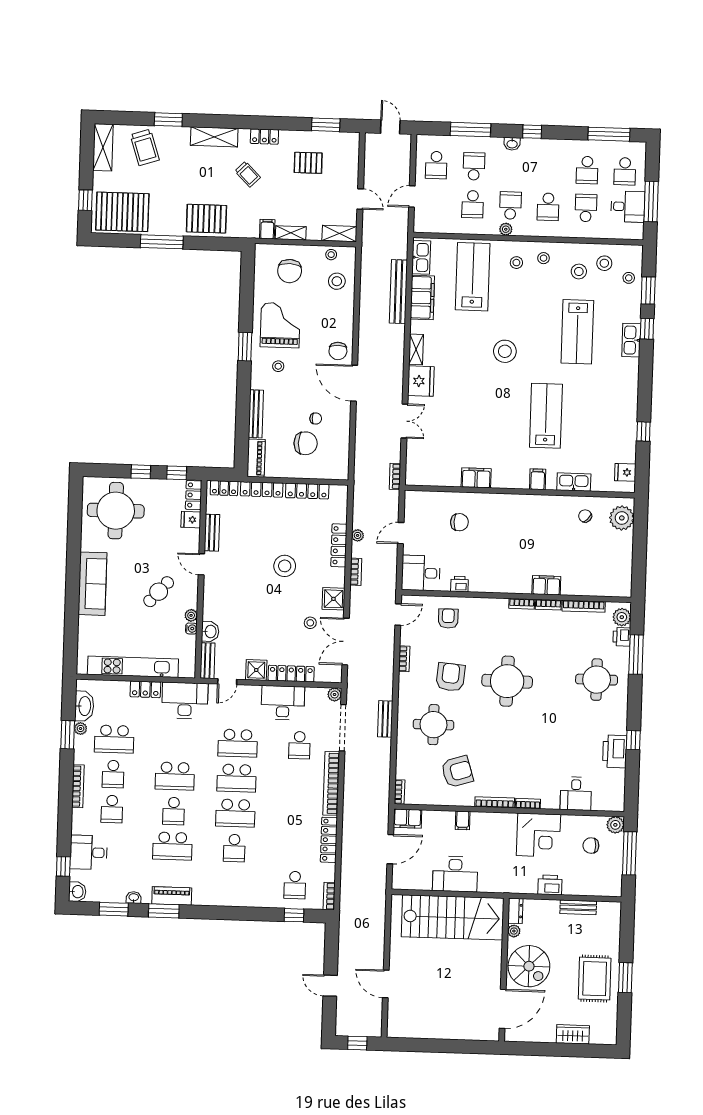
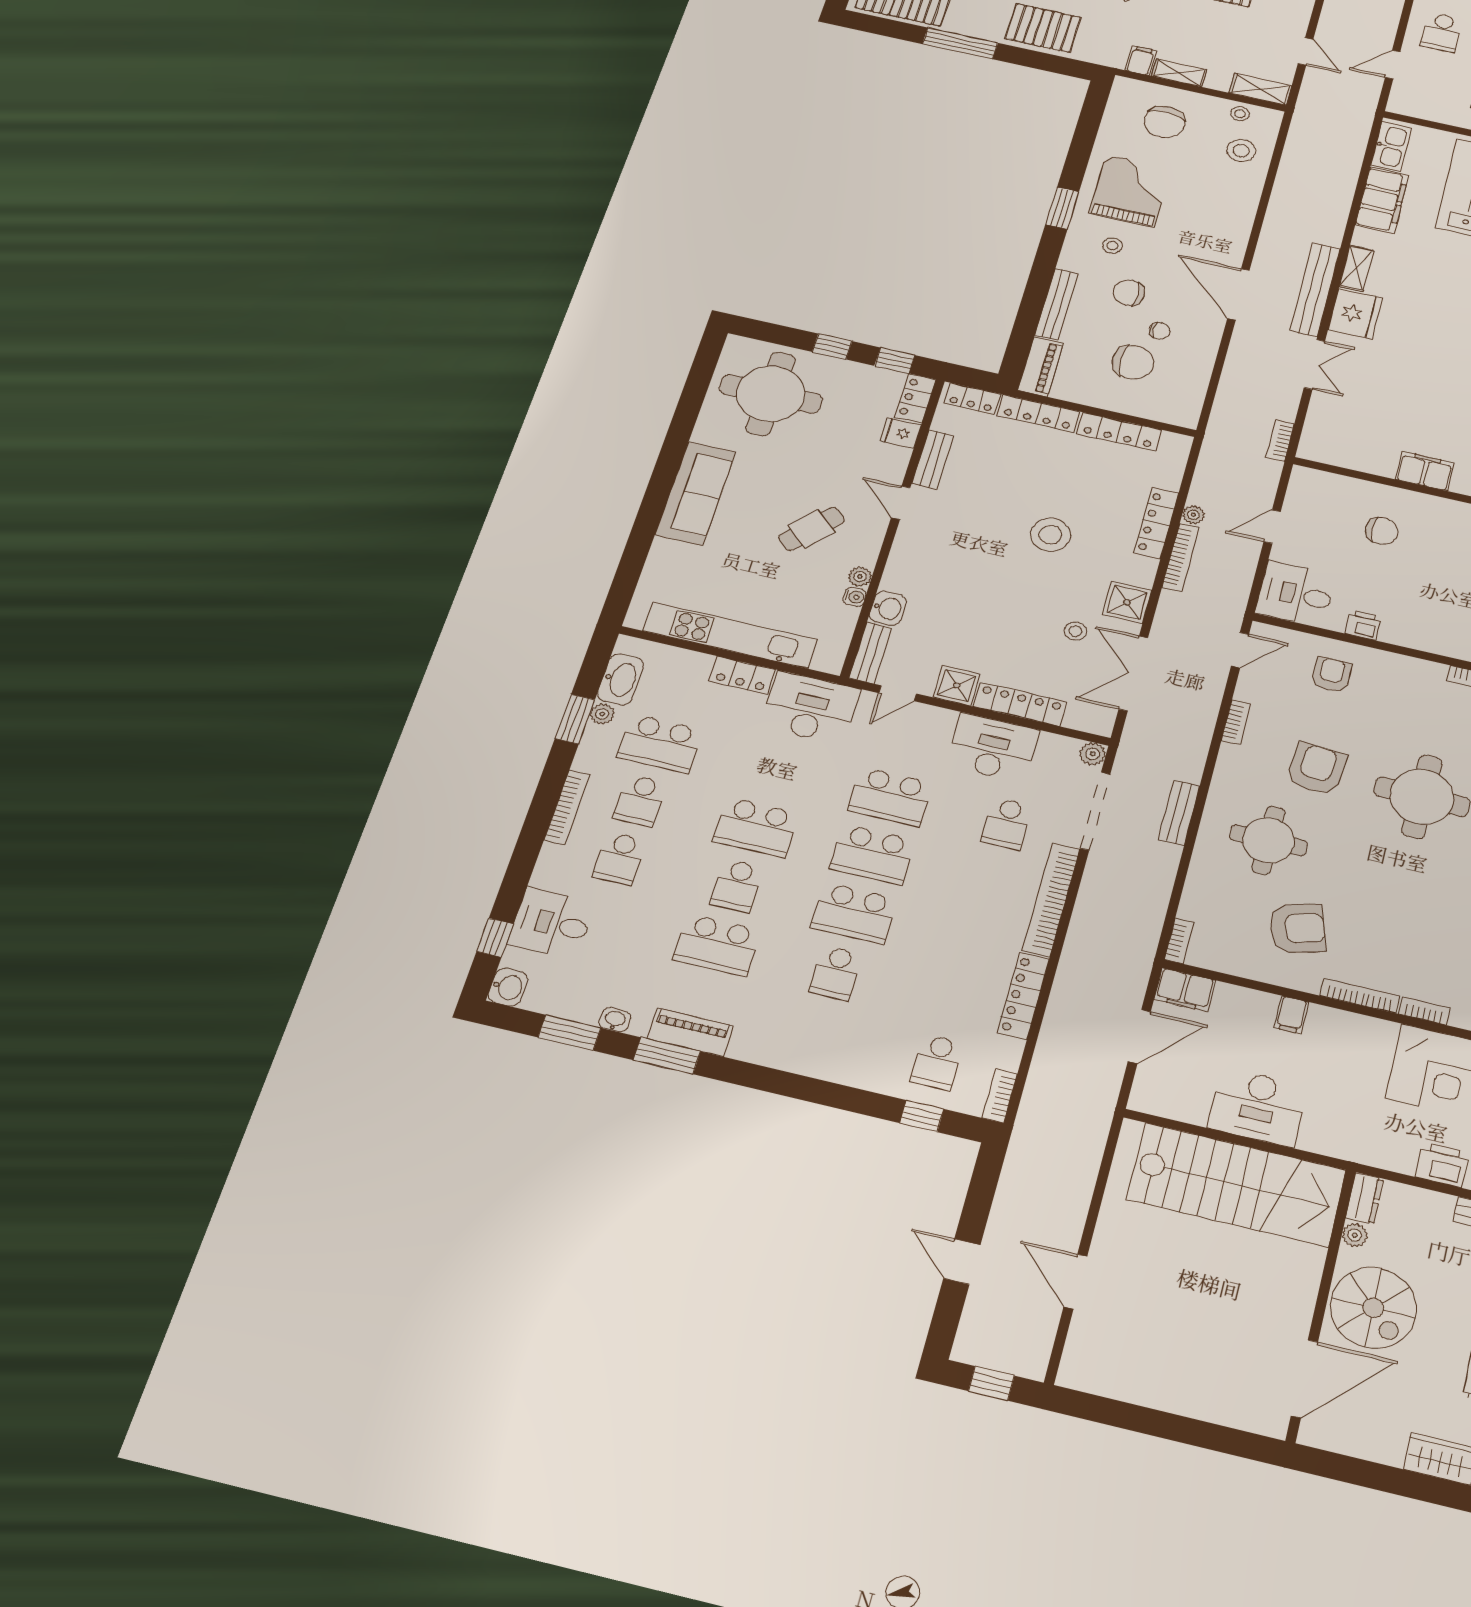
bench: (398, 292) -> (1315, 290), moved
chair: (338, 351) -> (1129, 293), moved, turned 90
bookcase: (356, 572) -> (1181, 557), width x1.56

